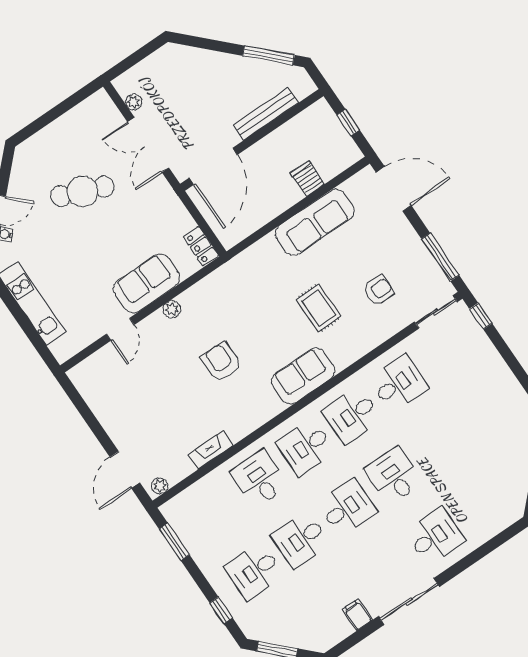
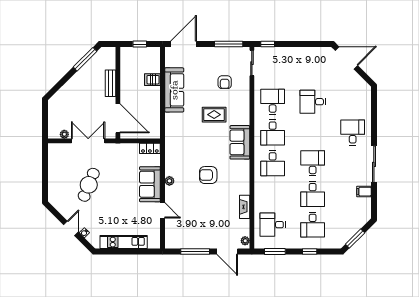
bench: (266, 114) -> (110, 83), width x0.73
double door: (148, 145) -> (88, 141), swing flipped
armchair: (378, 291) -> (225, 82), turned 180
window: (92, 421) -> (195, 252), added
desk: (394, 476) -> (313, 102), moved
desk: (259, 479) -> (273, 225), moved
window: (221, 610) -> (310, 252), moved

